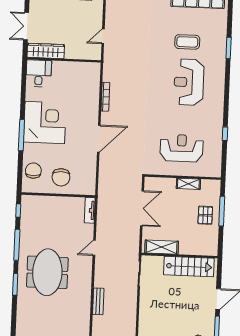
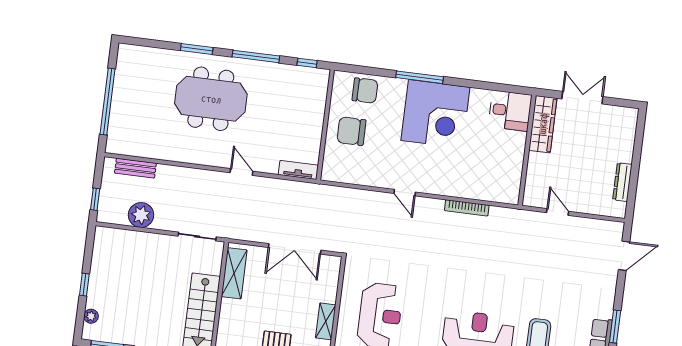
door: (99, 139) -> (405, 193), width x0.53
bench: (98, 301) -> (135, 168), moved
plant: (128, 312) -> (141, 215), added

